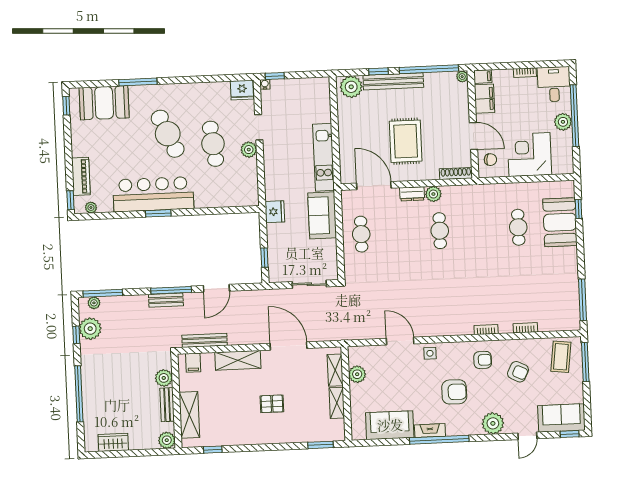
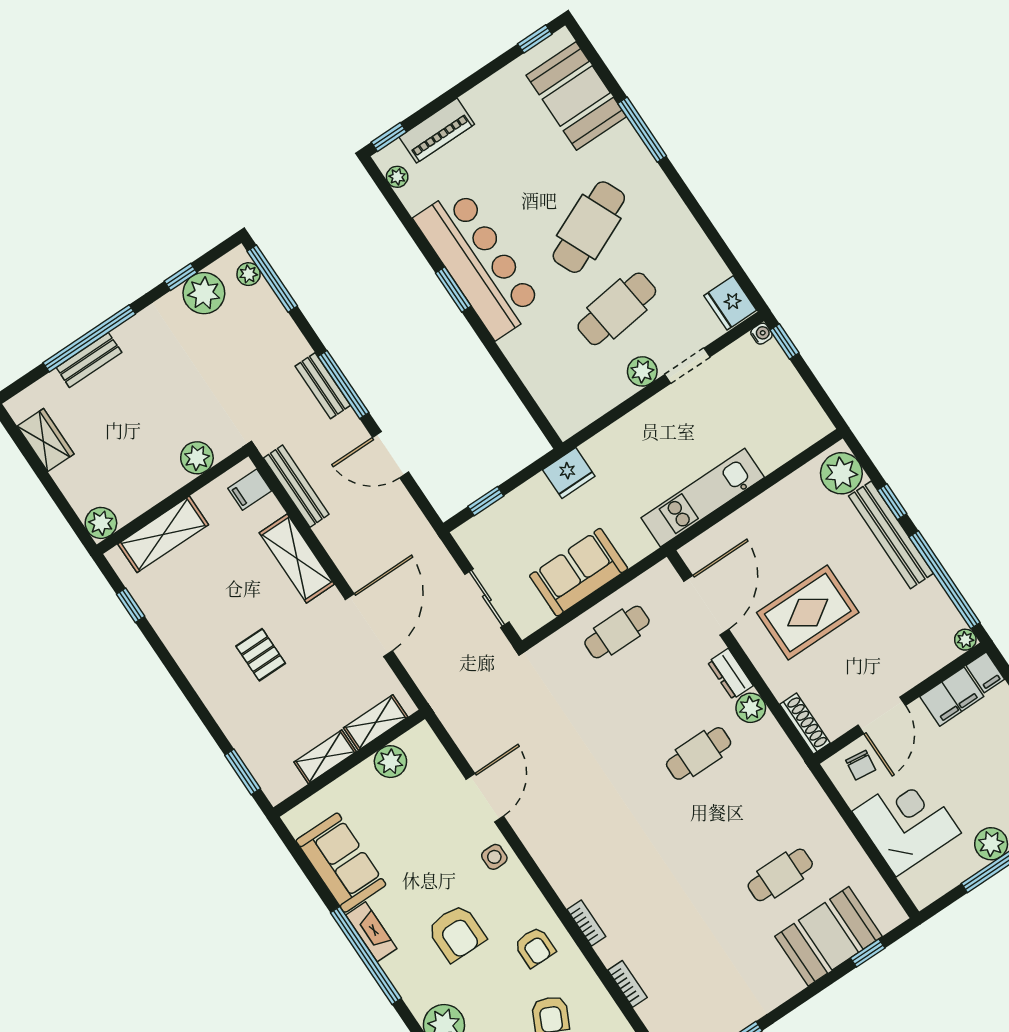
sofa: (322, 215) -> (579, 572), moved
bench: (167, 405) -> (89, 360), moved

